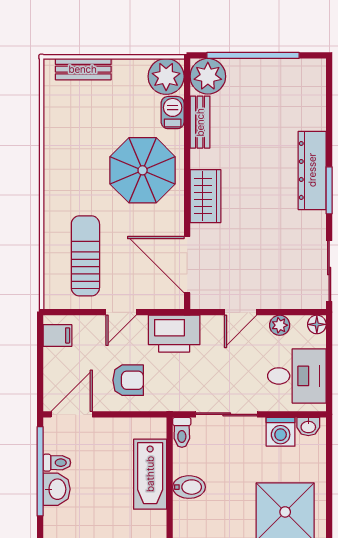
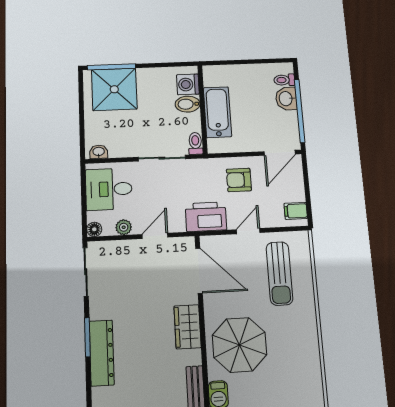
washing machine: (281, 432) -> (188, 84), moved, turned -90
toilet: (57, 463) -> (284, 80), moved

